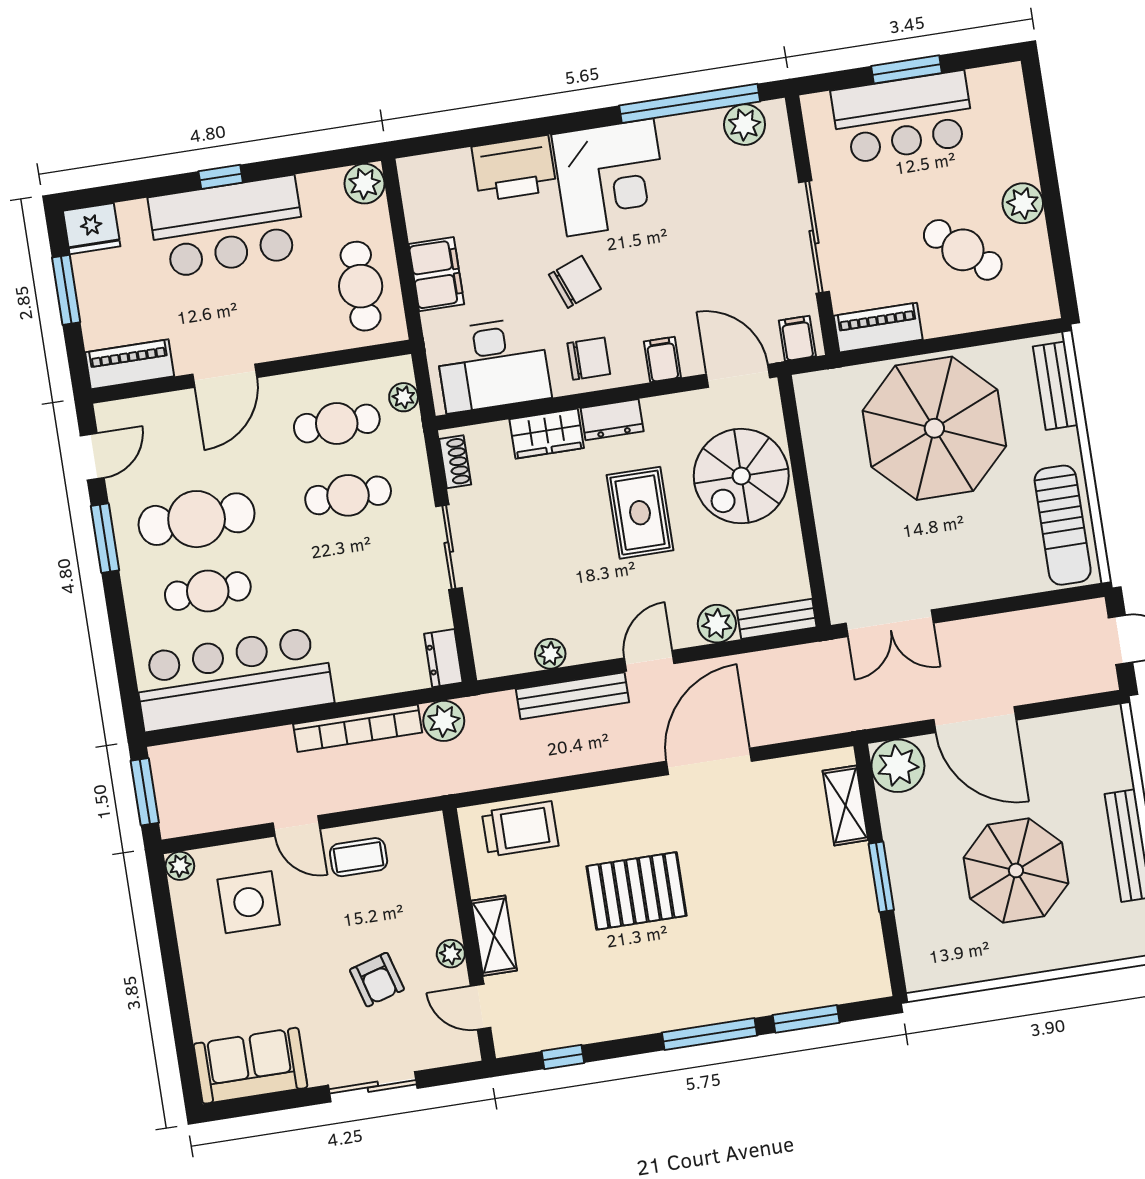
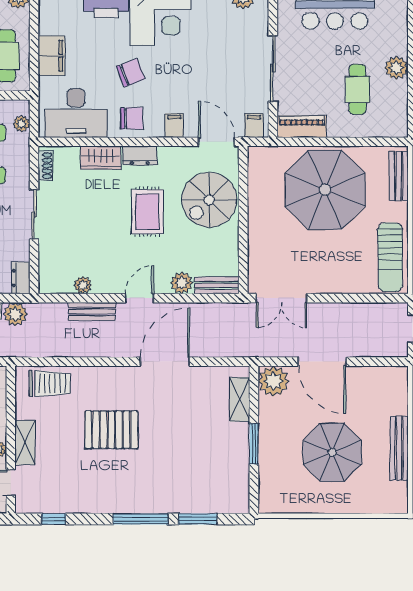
cafe table: (963, 250) -> (358, 89), turned 49
bench: (572, 696) -> (92, 311), width x0.73

